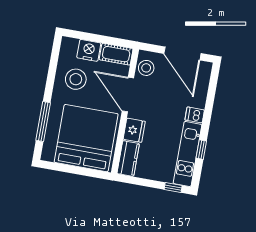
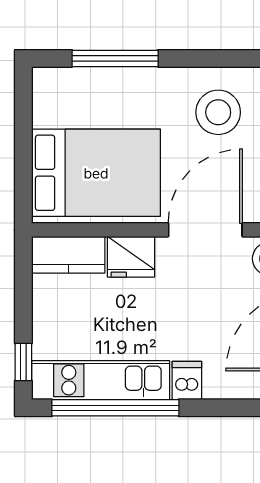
bed: (86, 138) -> (96, 173), width x0.73
window: (201, 150) -> (115, 408), width x3.17

